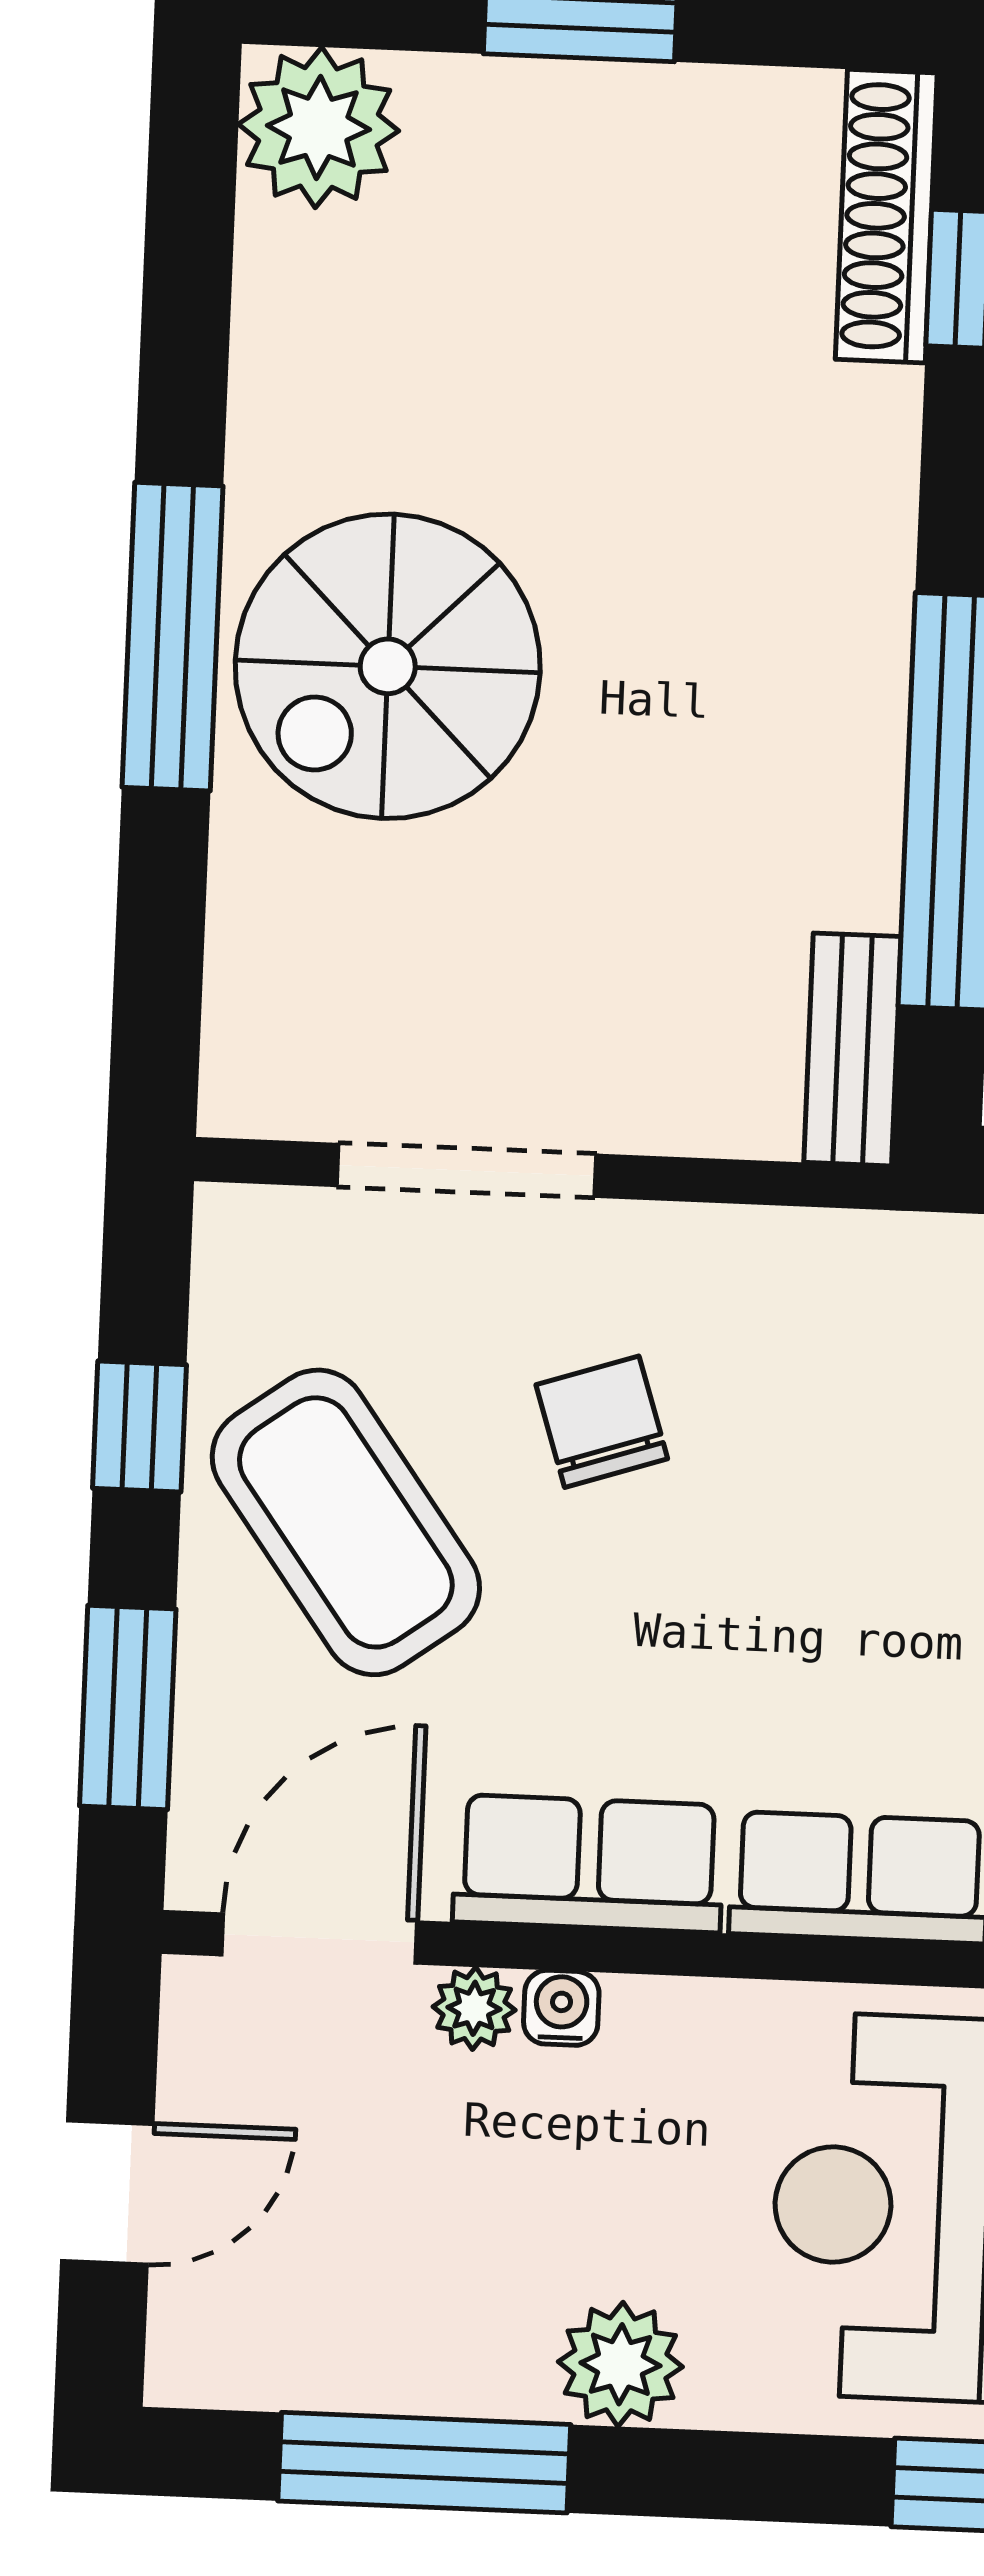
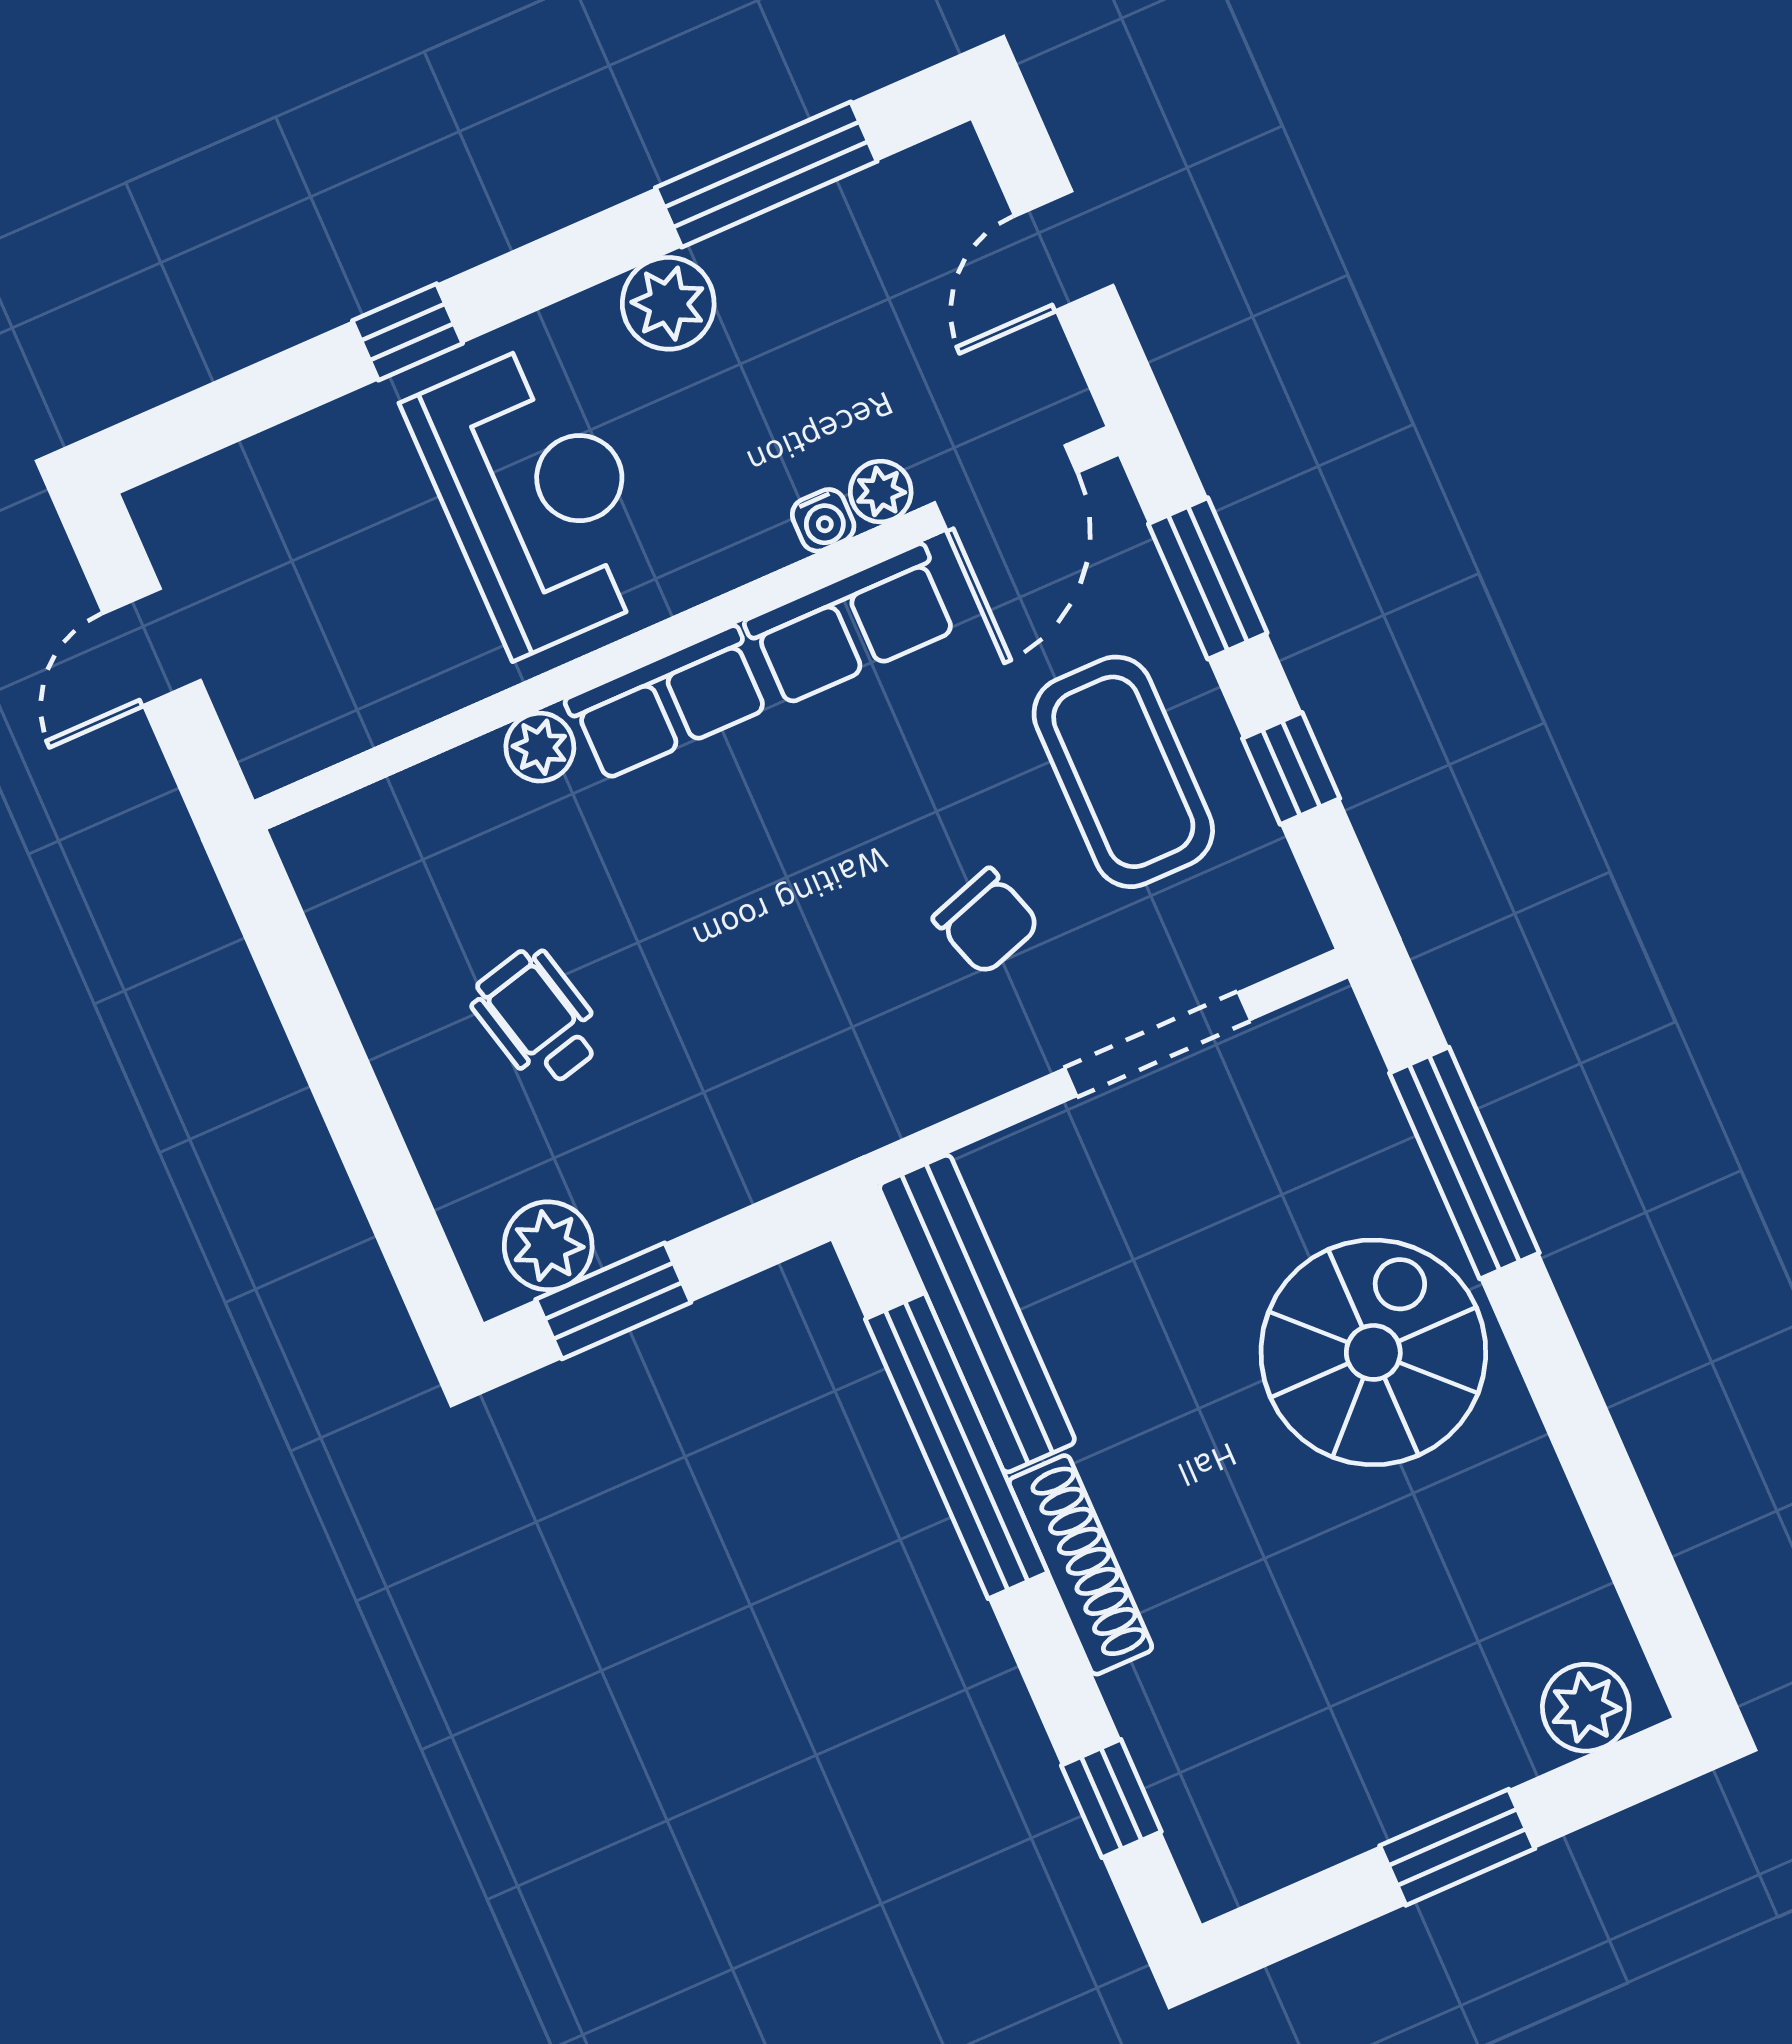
plant: (319, 127) -> (1586, 1708), width x0.73, depth x0.73
shoe rack: (886, 216) -> (1080, 1565), moved
window: (173, 637) -> (1464, 1163), moved
bench: (852, 1049) -> (977, 1314), width x1.86, depth x1.21
coffee table: (346, 1522) -> (1123, 772), turned 36

